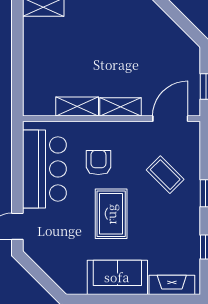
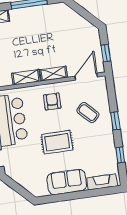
armchair: (98, 163) -> (52, 101), moved
rug: (111, 214) -> (57, 142), turned 90

